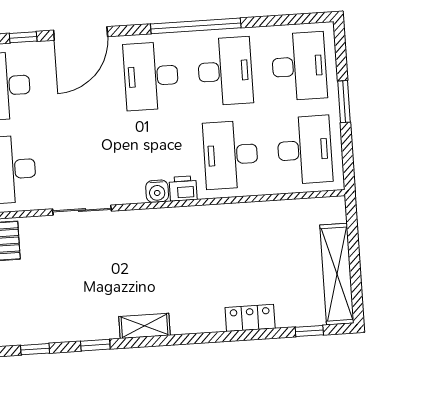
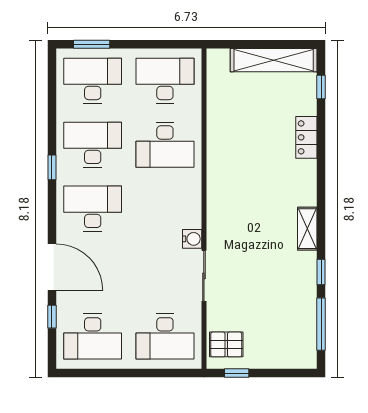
window: (196, 26) -> (52, 167), width x0.32
desk: (151, 76) -> (93, 209), turned 180
window: (344, 102) -> (92, 44), moved
printer: (183, 188) -> (191, 188), removed
water cooler: (157, 191) -> (192, 239), moved
window: (35, 349) -> (321, 324), width x2.17

